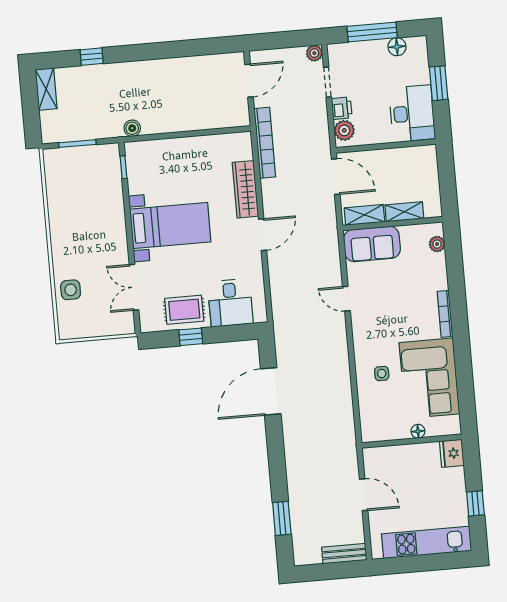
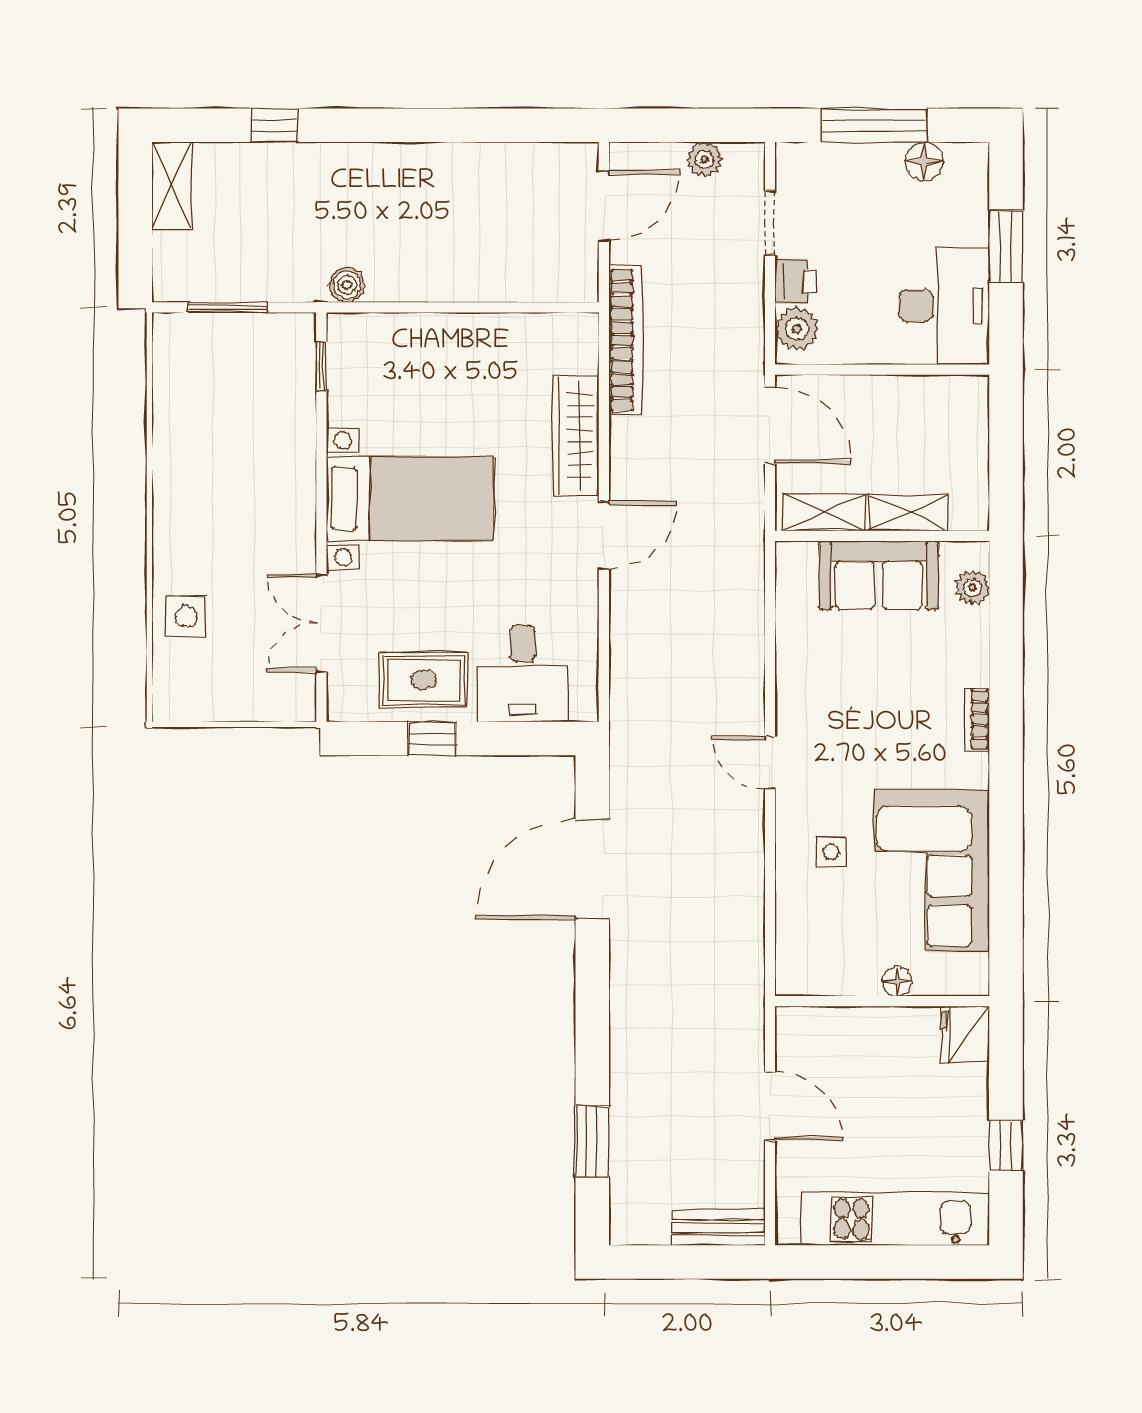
plant: (314, 53) -> (704, 159), moved
sofa: (372, 244) -> (879, 575), moved
door: (346, 299) -> (770, 763), moved
bookcase: (445, 314) -> (977, 719), width x0.64

